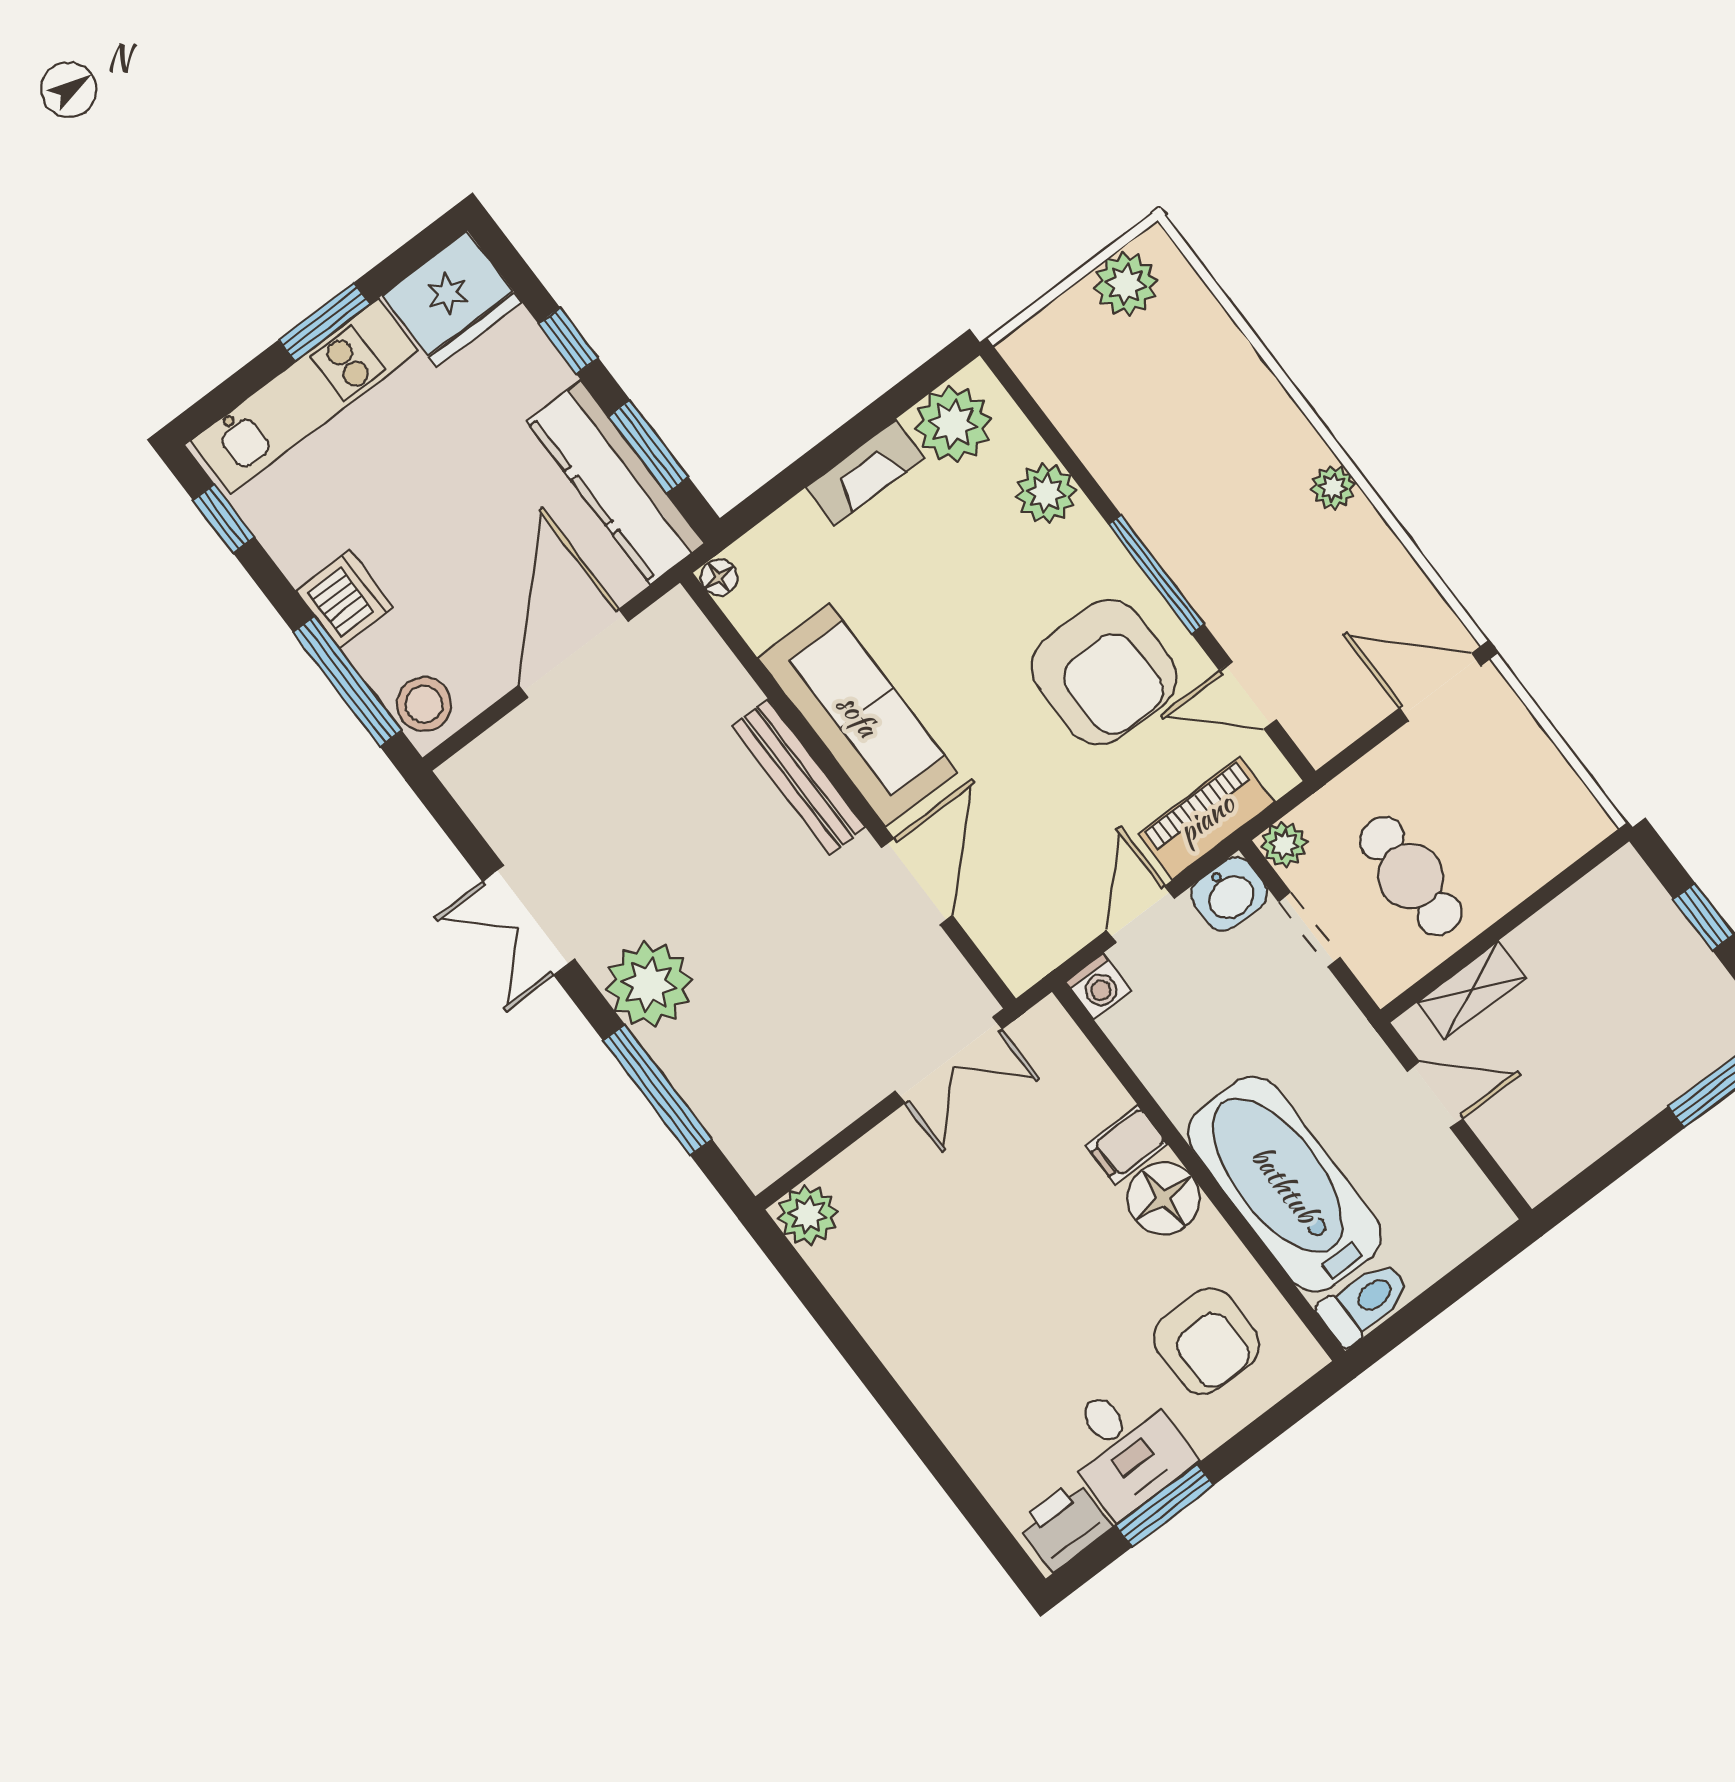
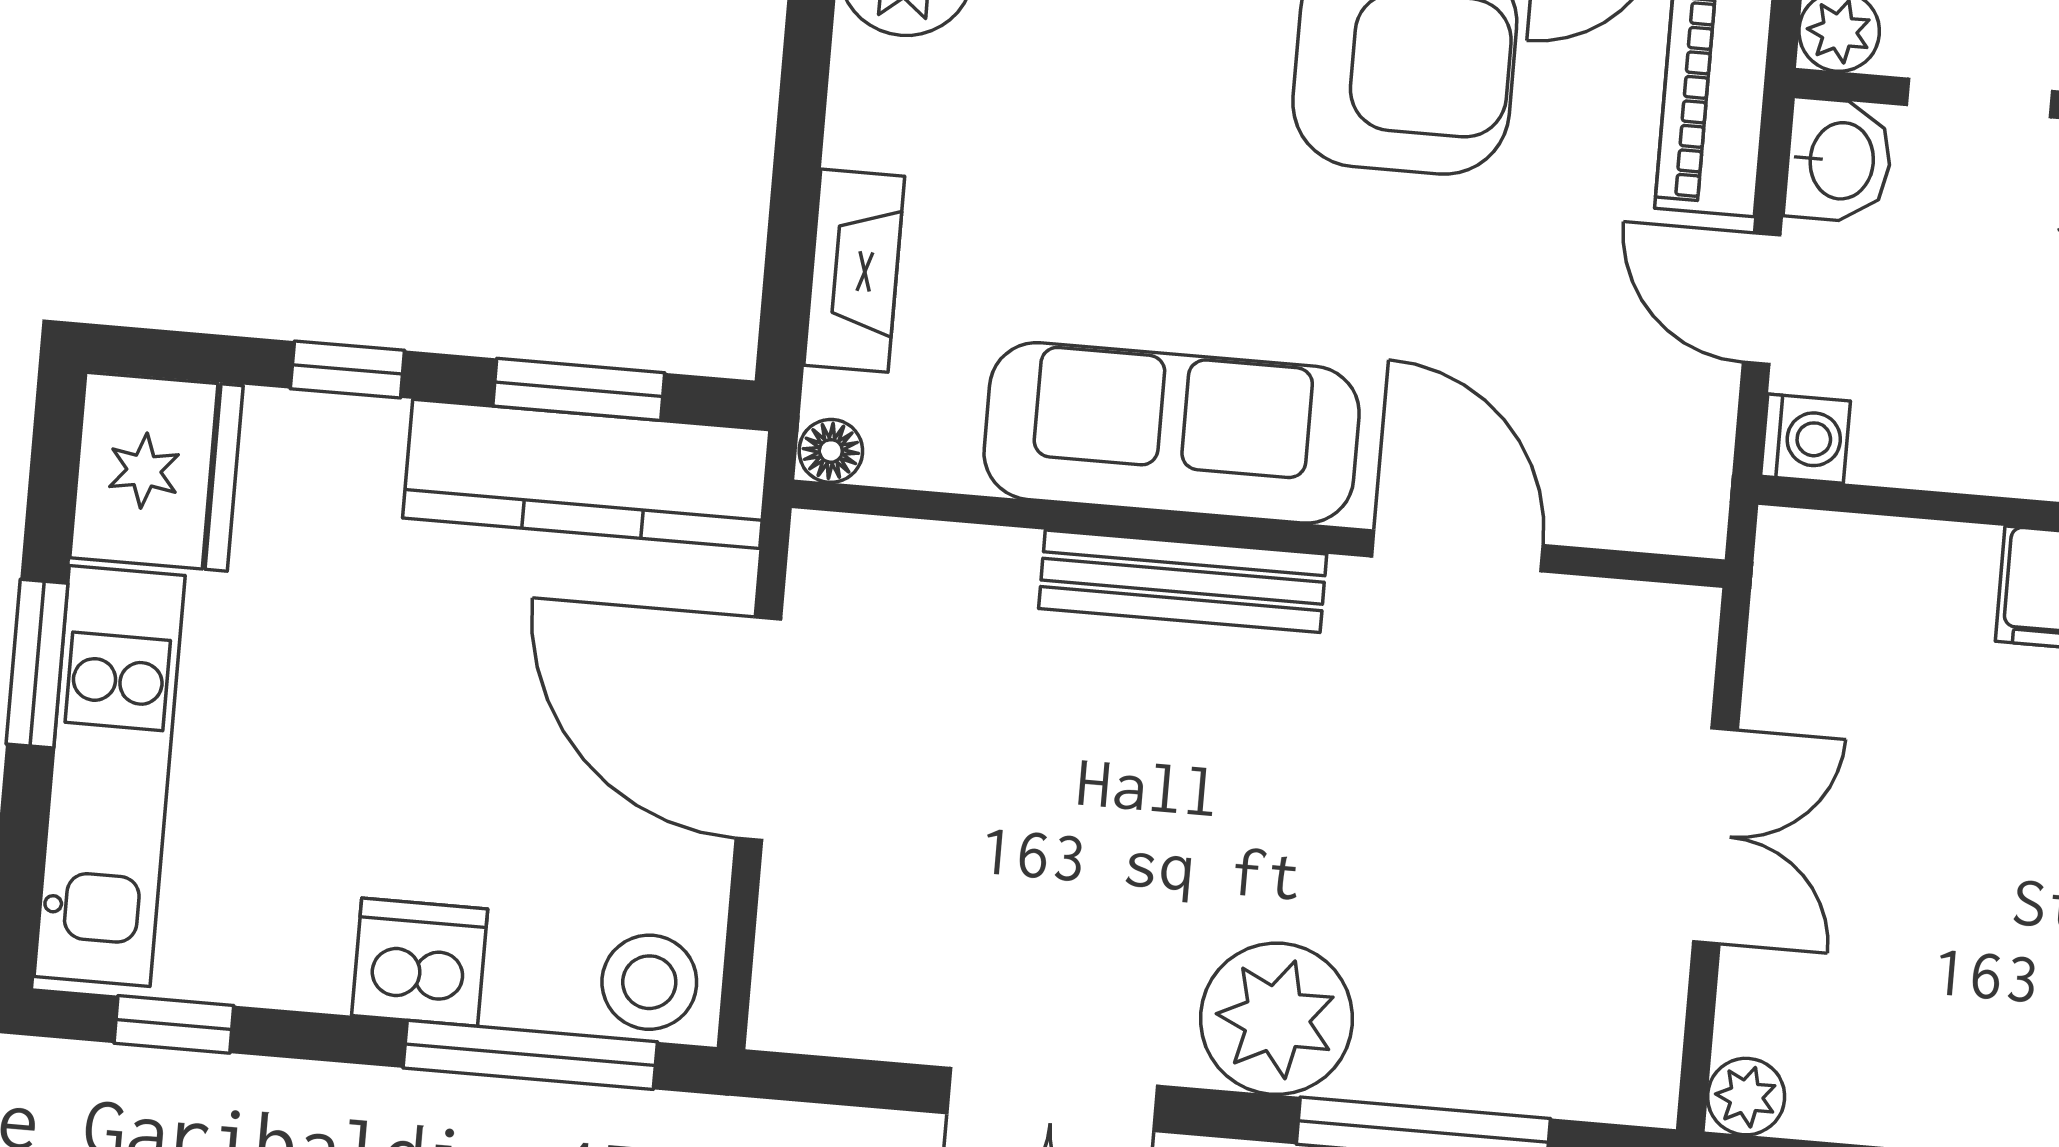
fireplace: (865, 473) -> (854, 271), moved
double door: (949, 1060) -> (1716, 836), moved
plant: (808, 1215) -> (1746, 1097), width x0.73, depth x0.73

